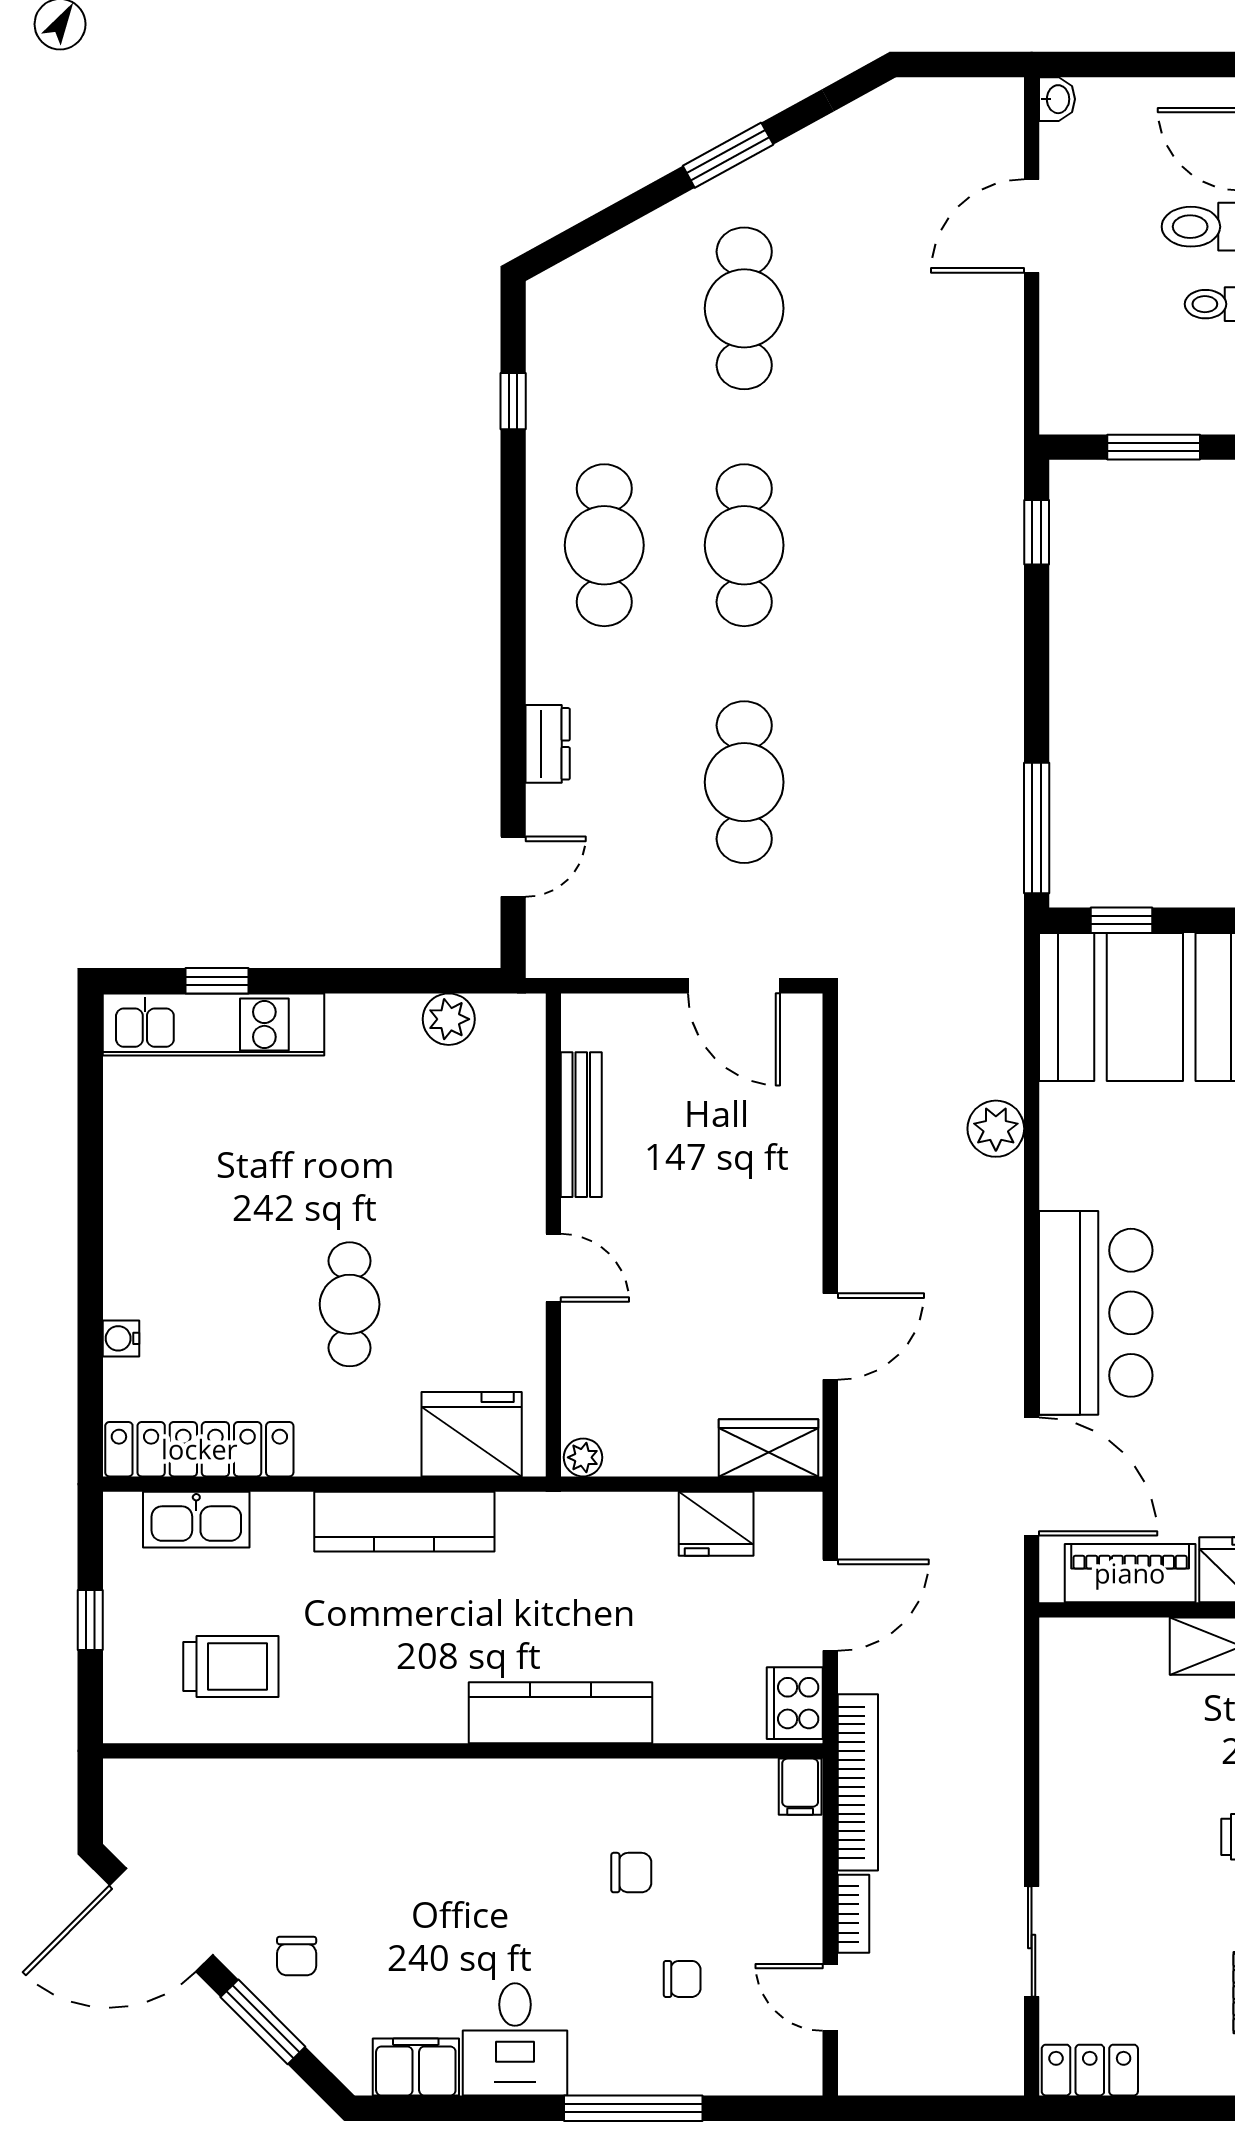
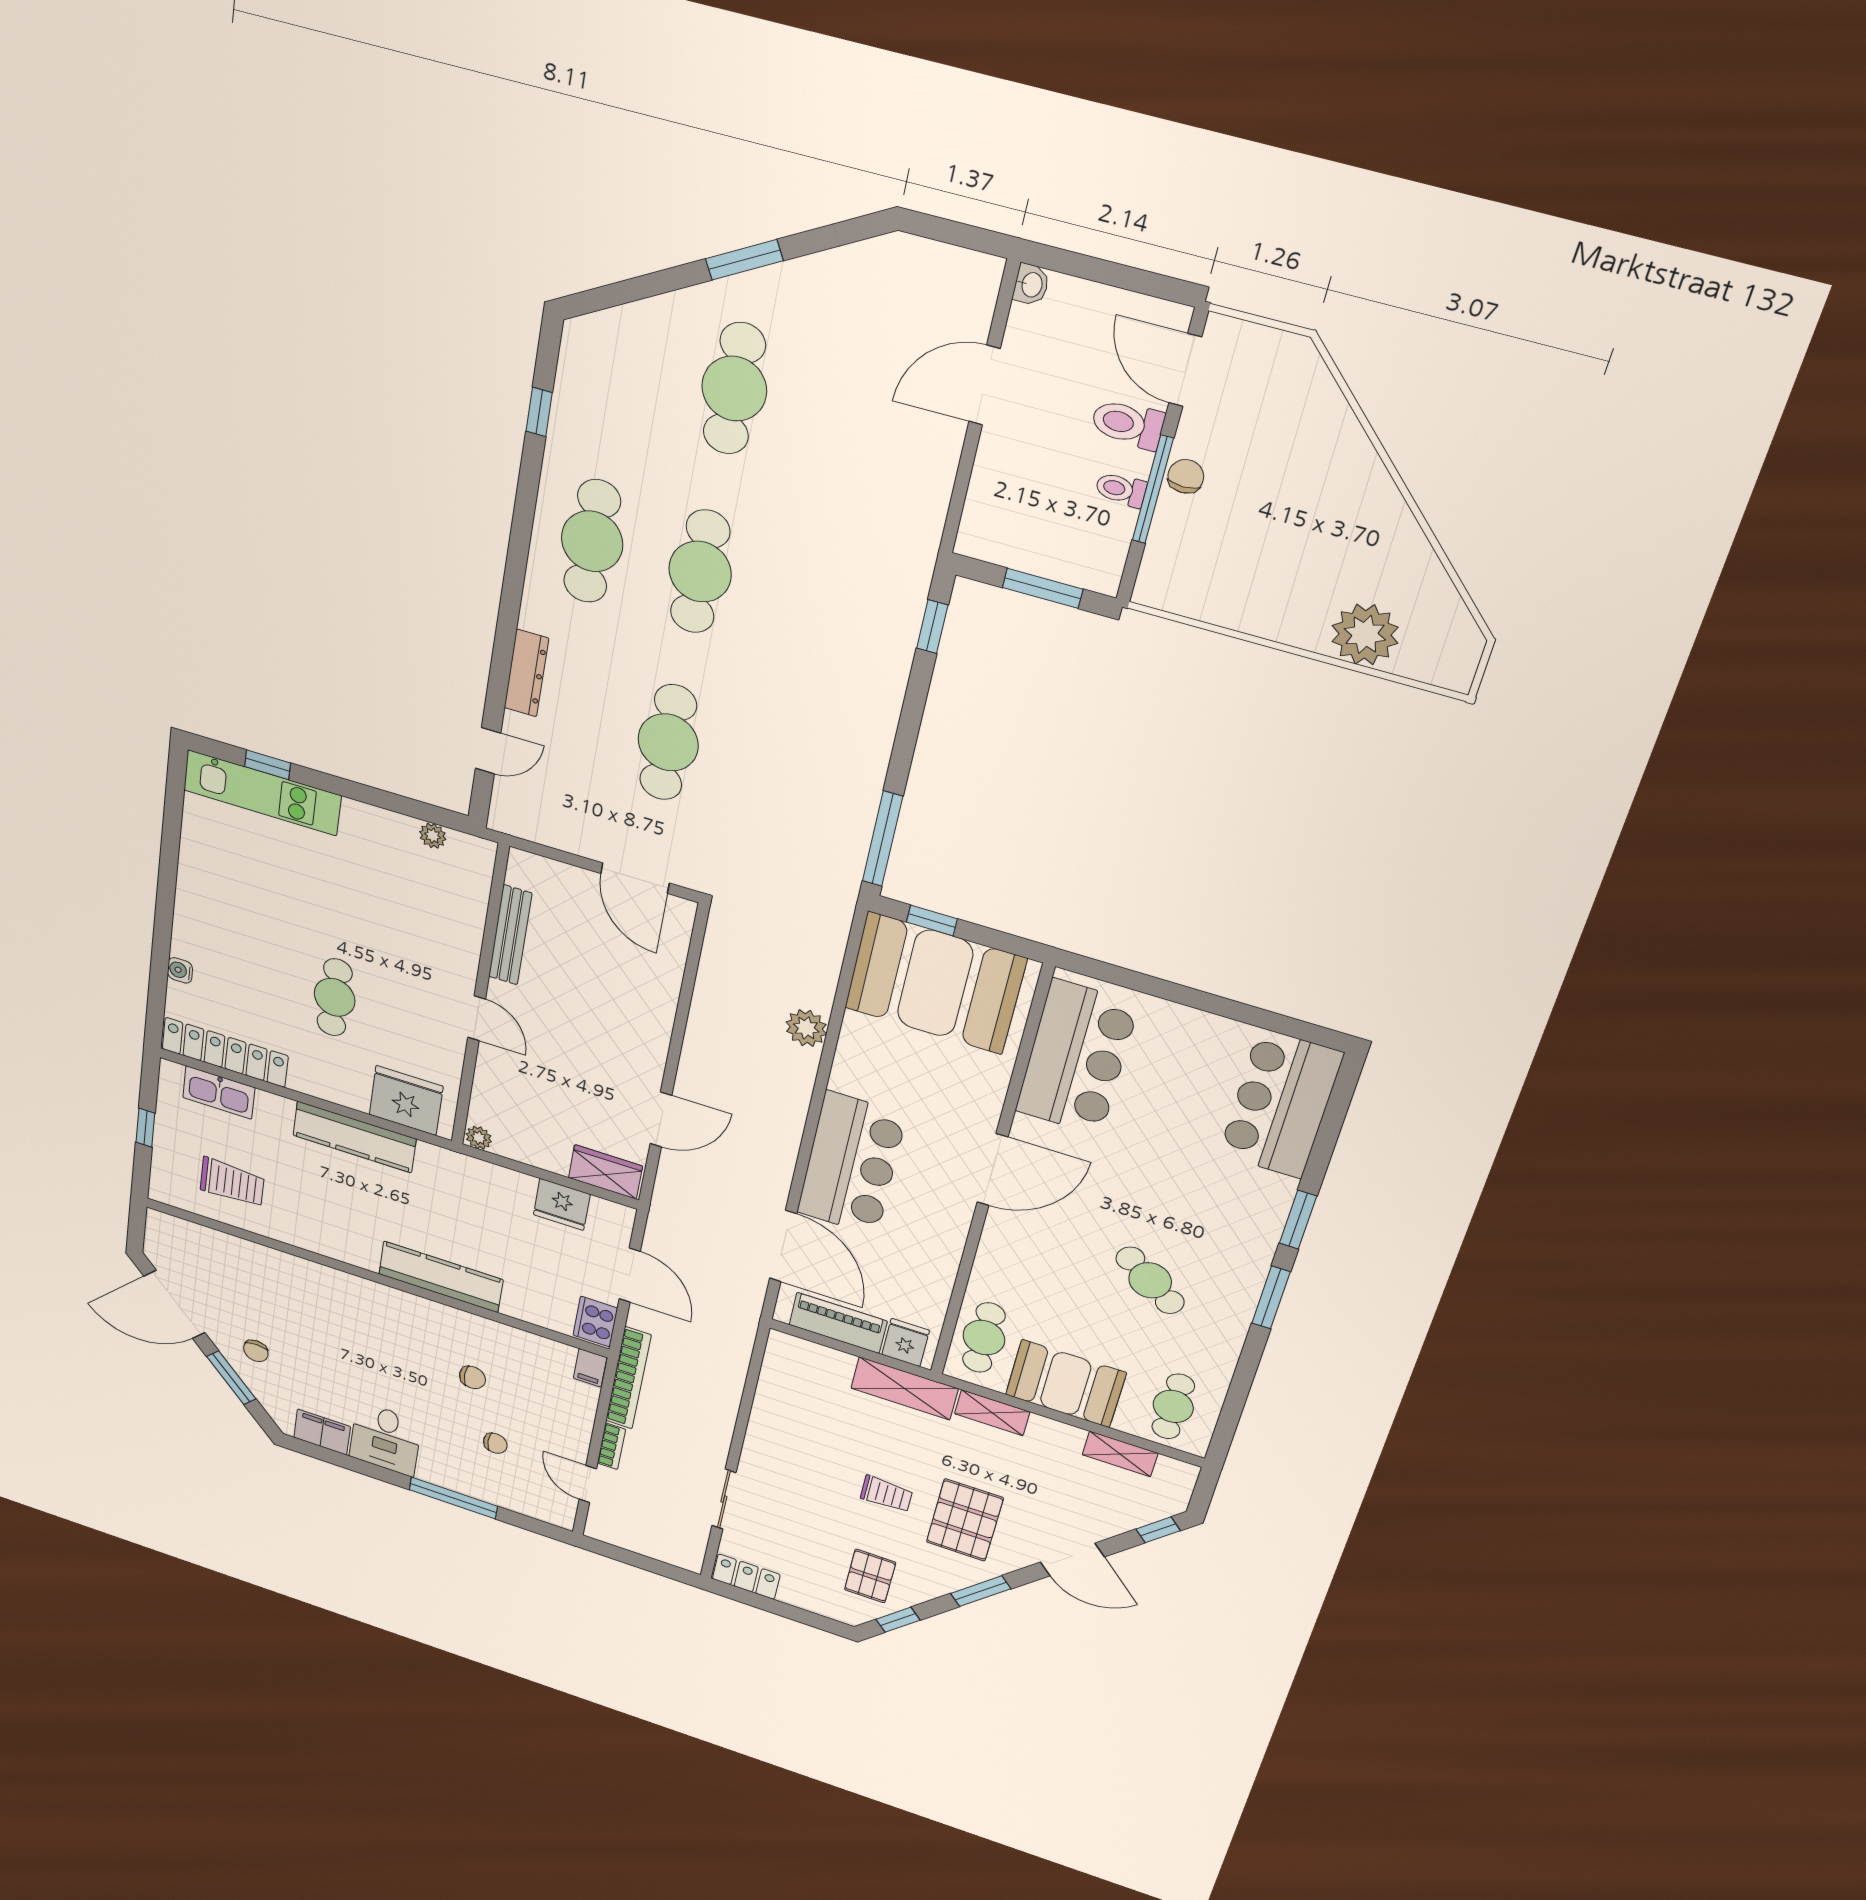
dresser: (548, 744) -> (526, 673), width x1.44
plant: (449, 1019) -> (433, 836), width x0.73, depth x0.73
door: (830, 1605) -> (630, 1275), hinge flipped

